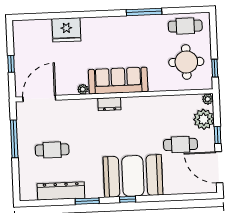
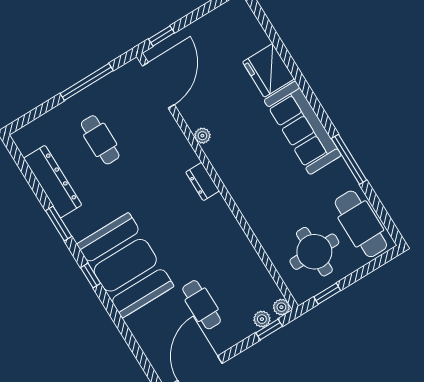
cafe table: (185, 26) -> (361, 224), width x1.37, depth x1.35
window: (11, 64) -> (161, 36), moved
sofa: (118, 81) -> (303, 128), moved, turned 180
door: (39, 98) -> (158, 85), hinge flipped
plant: (204, 119) -> (262, 319), width x0.53, depth x0.53
window: (218, 135) -> (269, 329), moved

